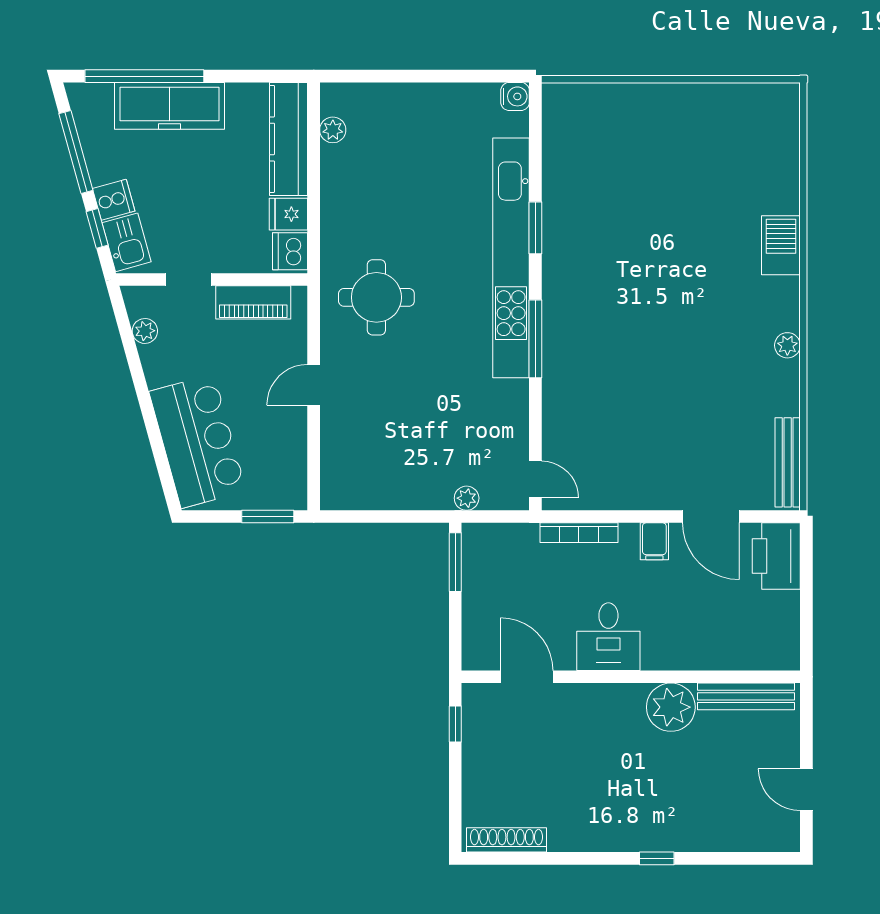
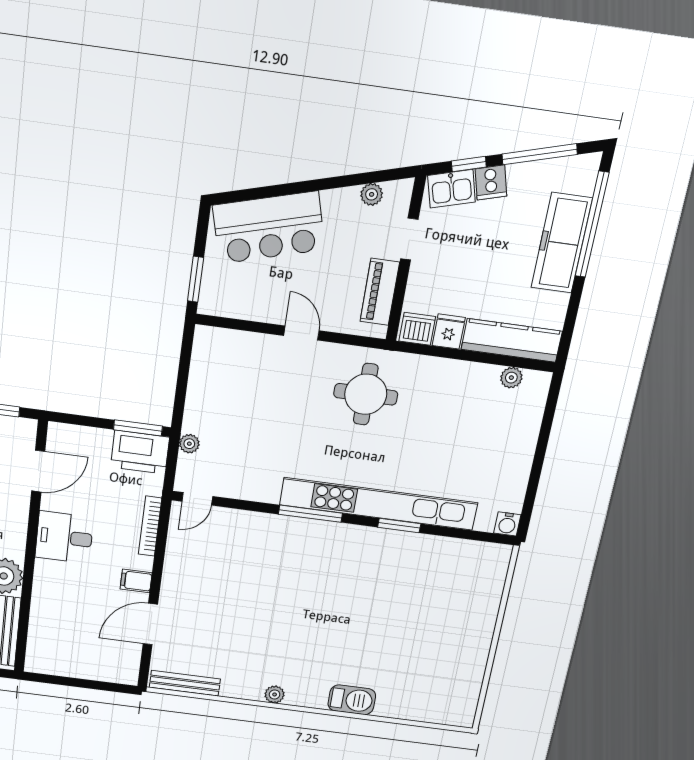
printer: (776, 556) -> (140, 452), moved, turned 180

